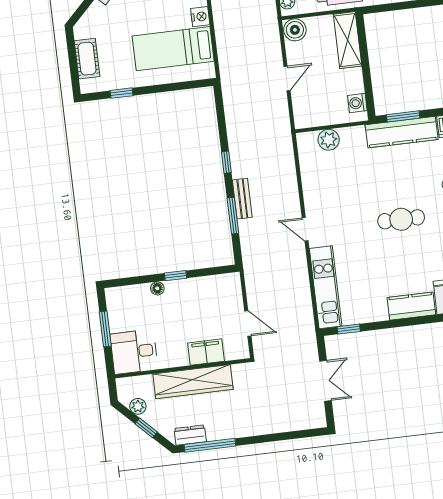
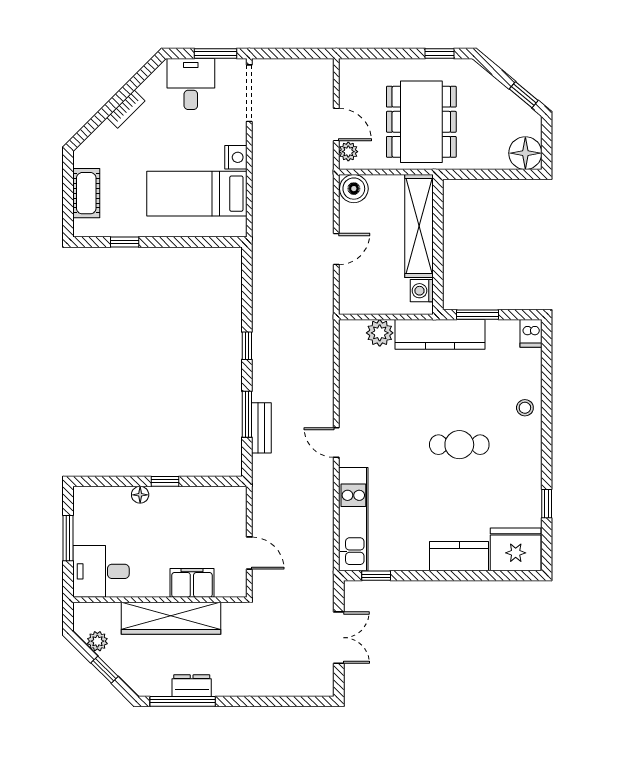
shelving: (348, 40) -> (419, 226), width x1.47
kitchen counter: (402, 132) -> (440, 334), moved
bench: (242, 199) -> (261, 428), moved
dresser: (190, 435) -> (192, 686), moved

